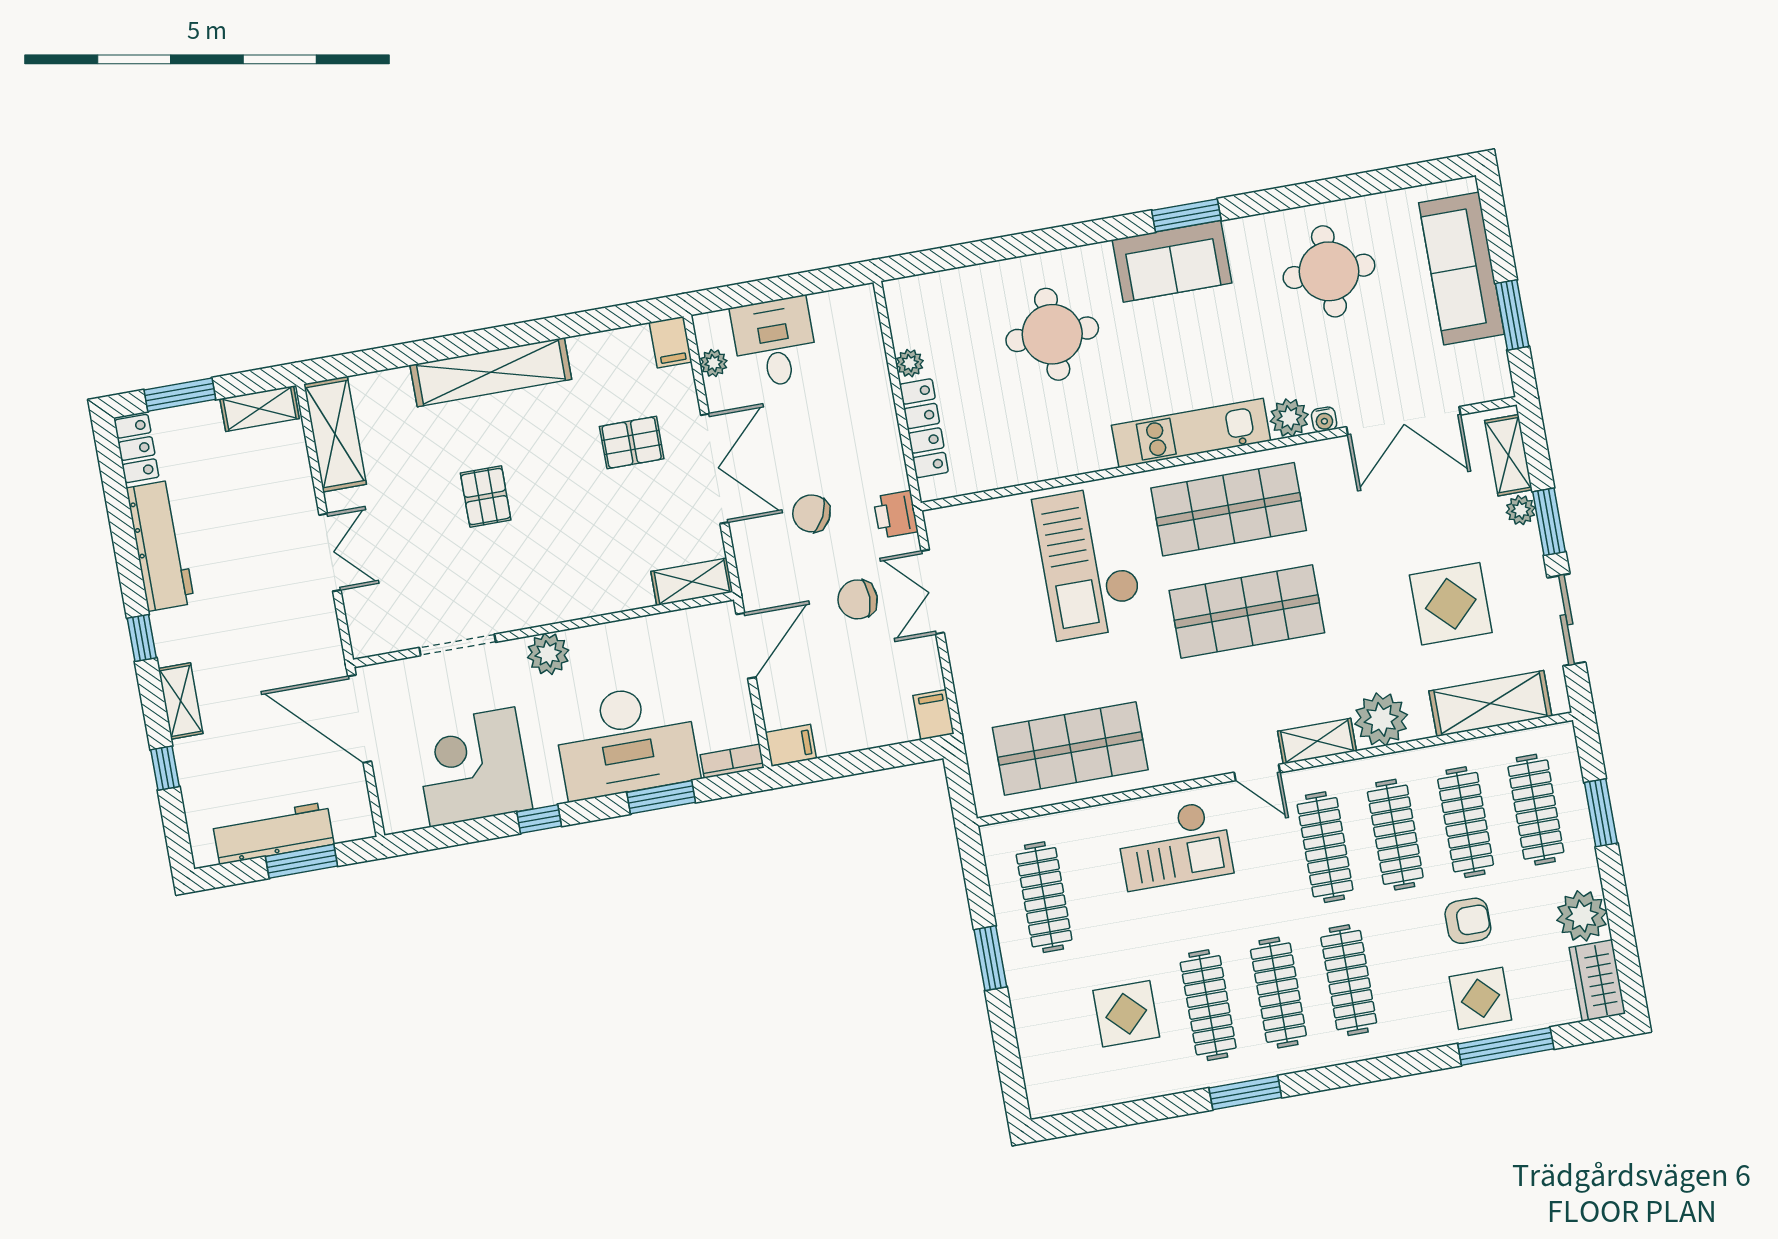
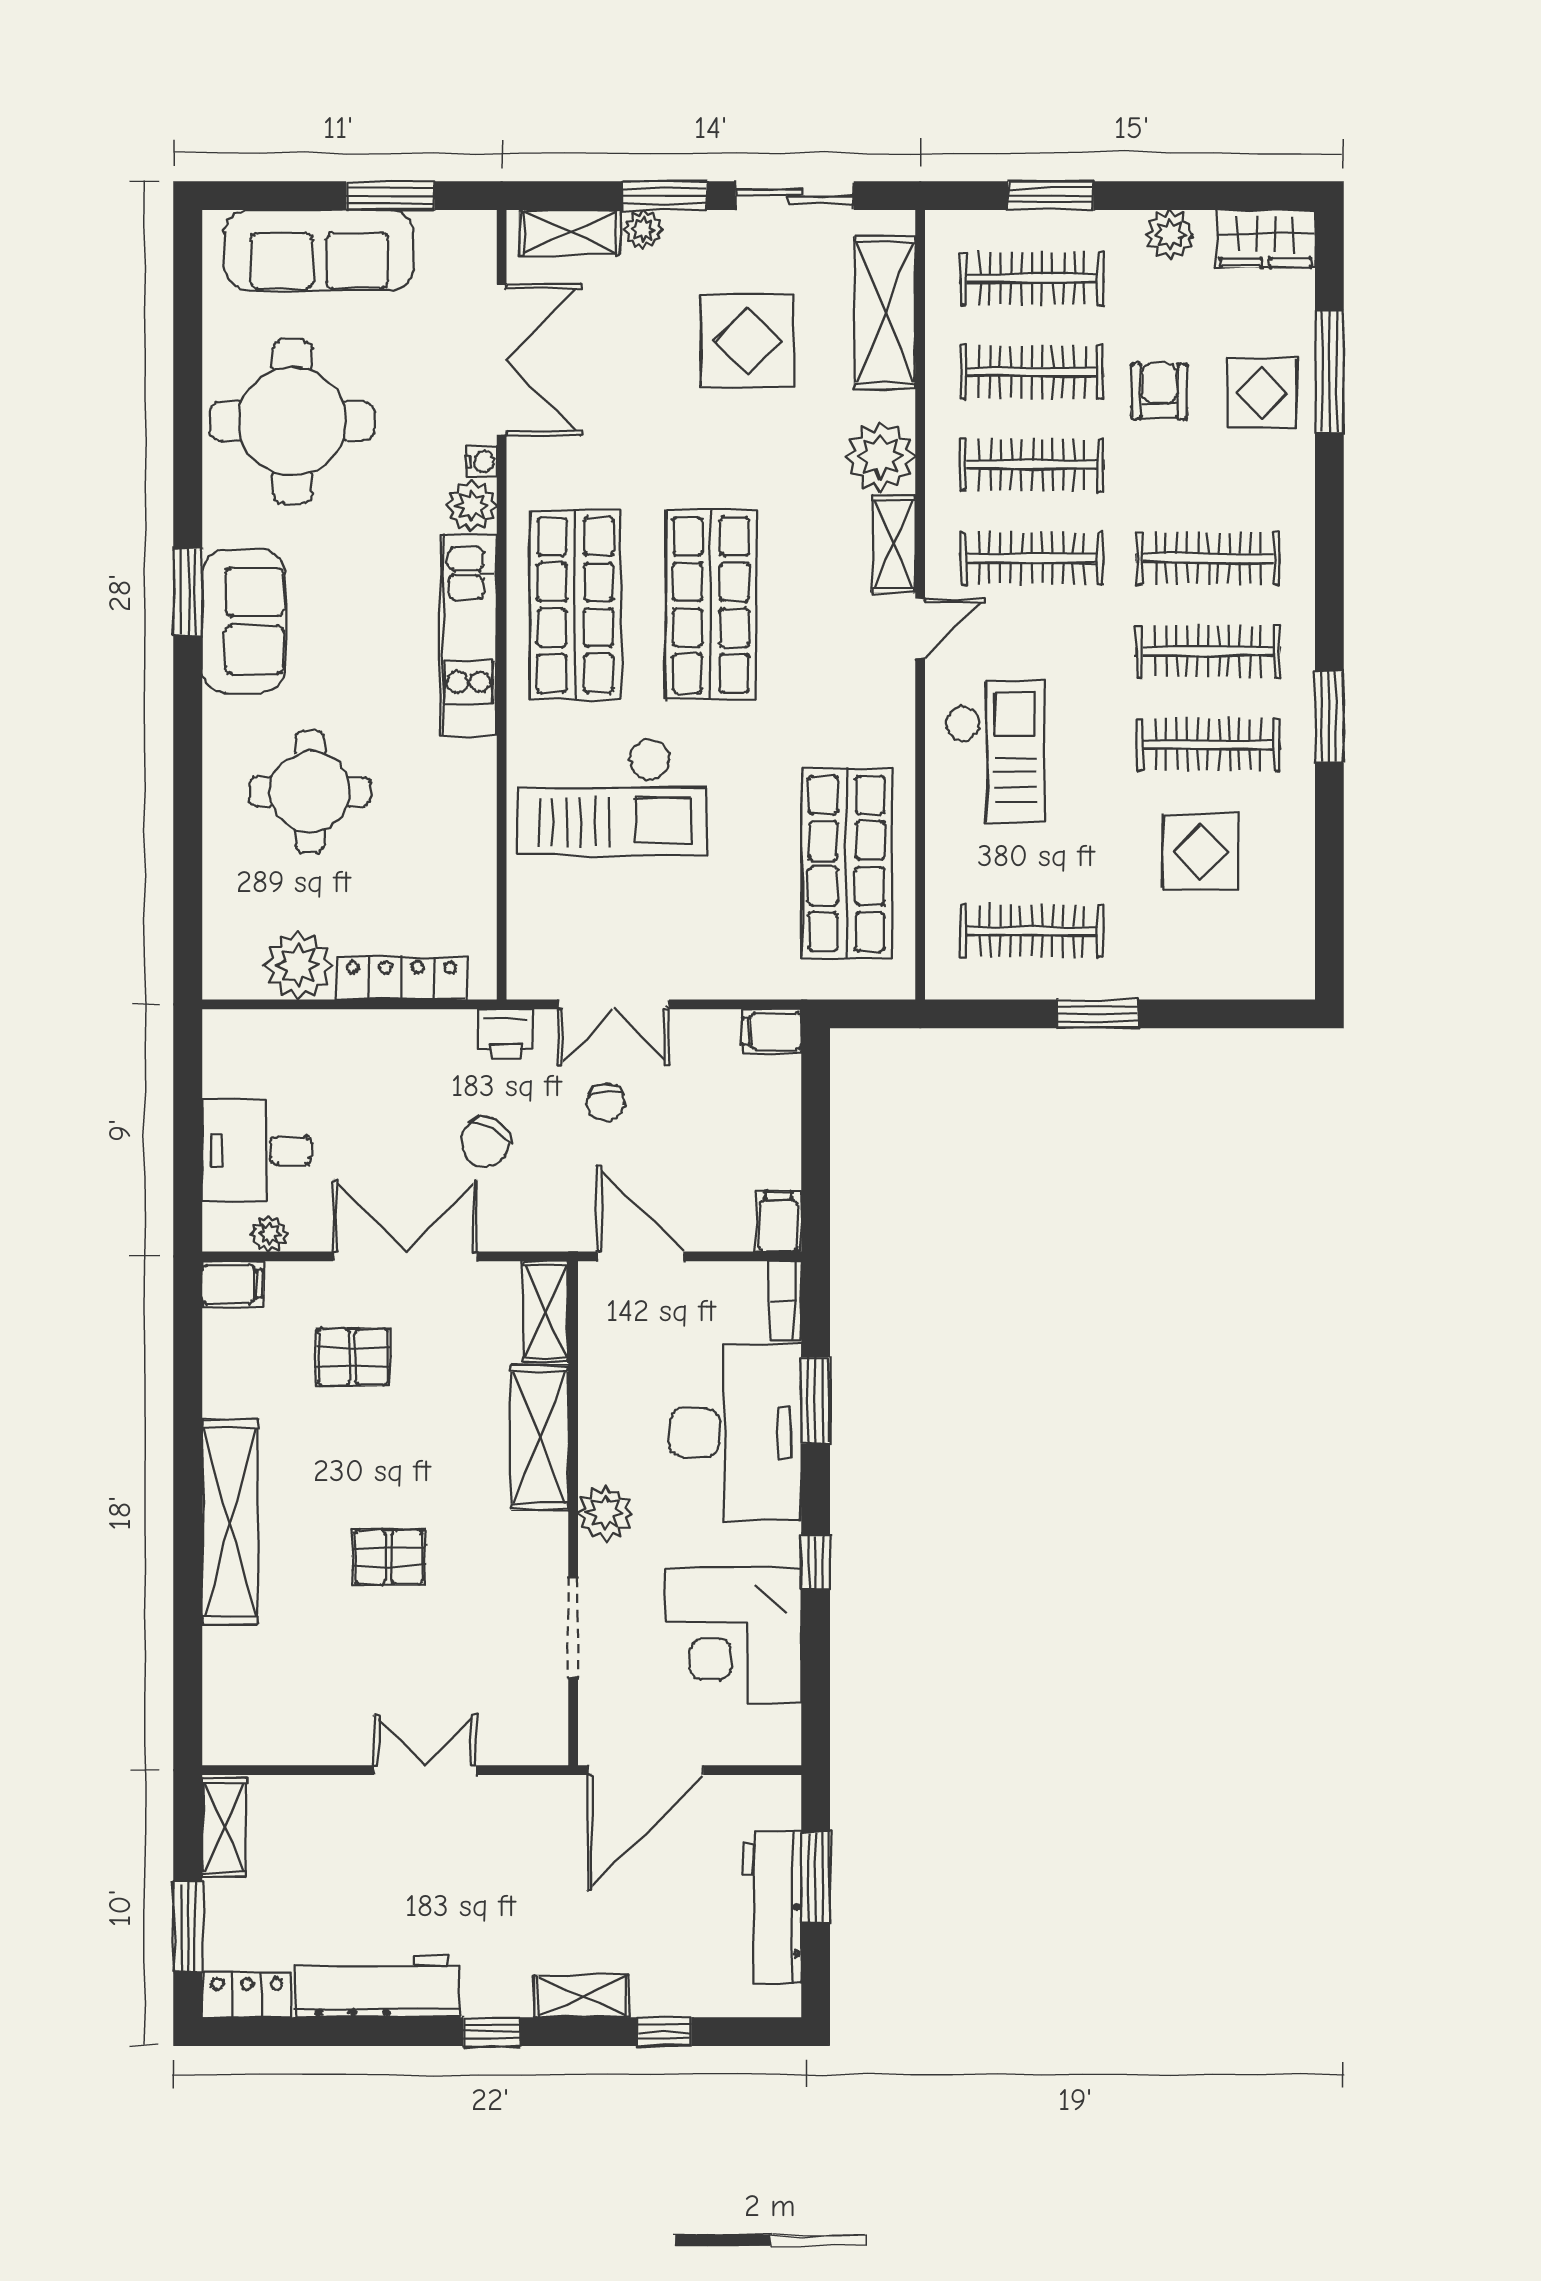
round table: (1329, 271) -> (292, 421), width x1.36, depth x1.36
plant: (910, 363) -> (298, 966), width x1.87, depth x1.87
shelving: (335, 434) -> (539, 1438), moved, turned 90
pallet: (632, 443) -> (353, 1357), turned 90
chair: (858, 599) -> (606, 1102), width x0.73, depth x0.73
plant: (1582, 916) -> (1170, 235), width x0.73, depth x0.73

